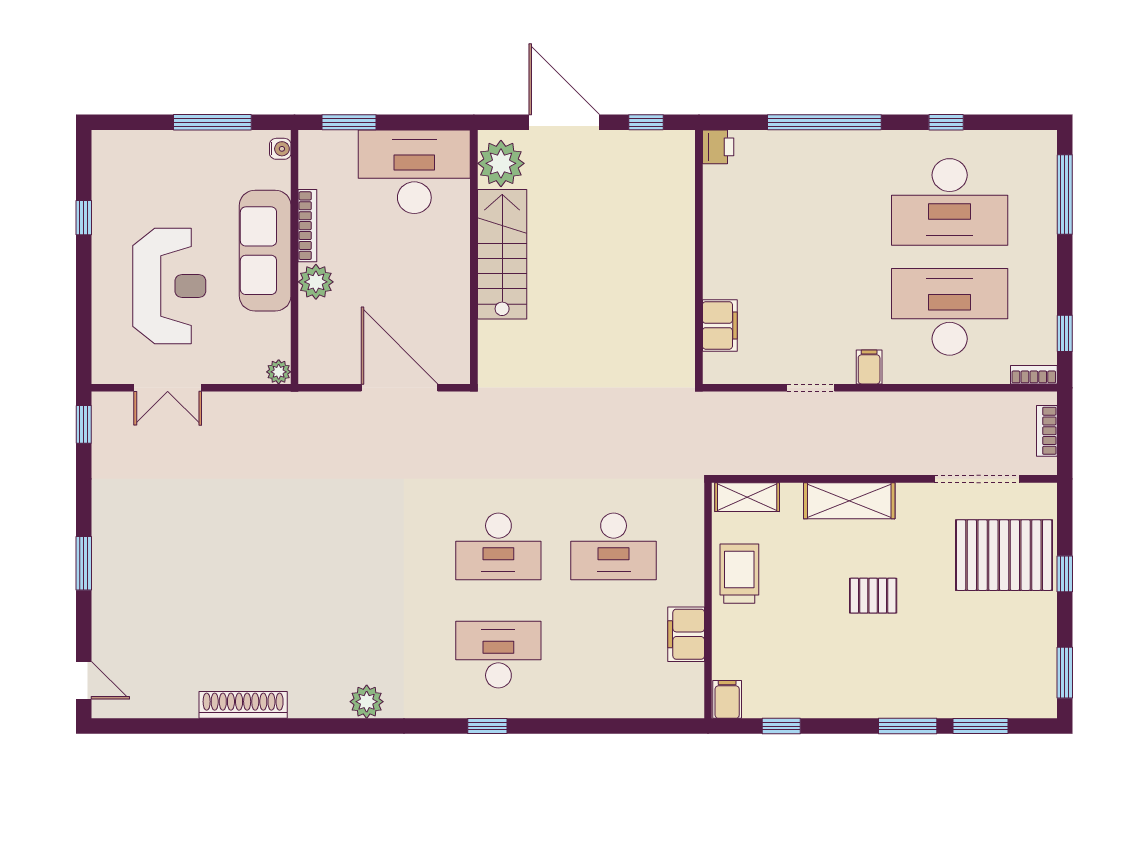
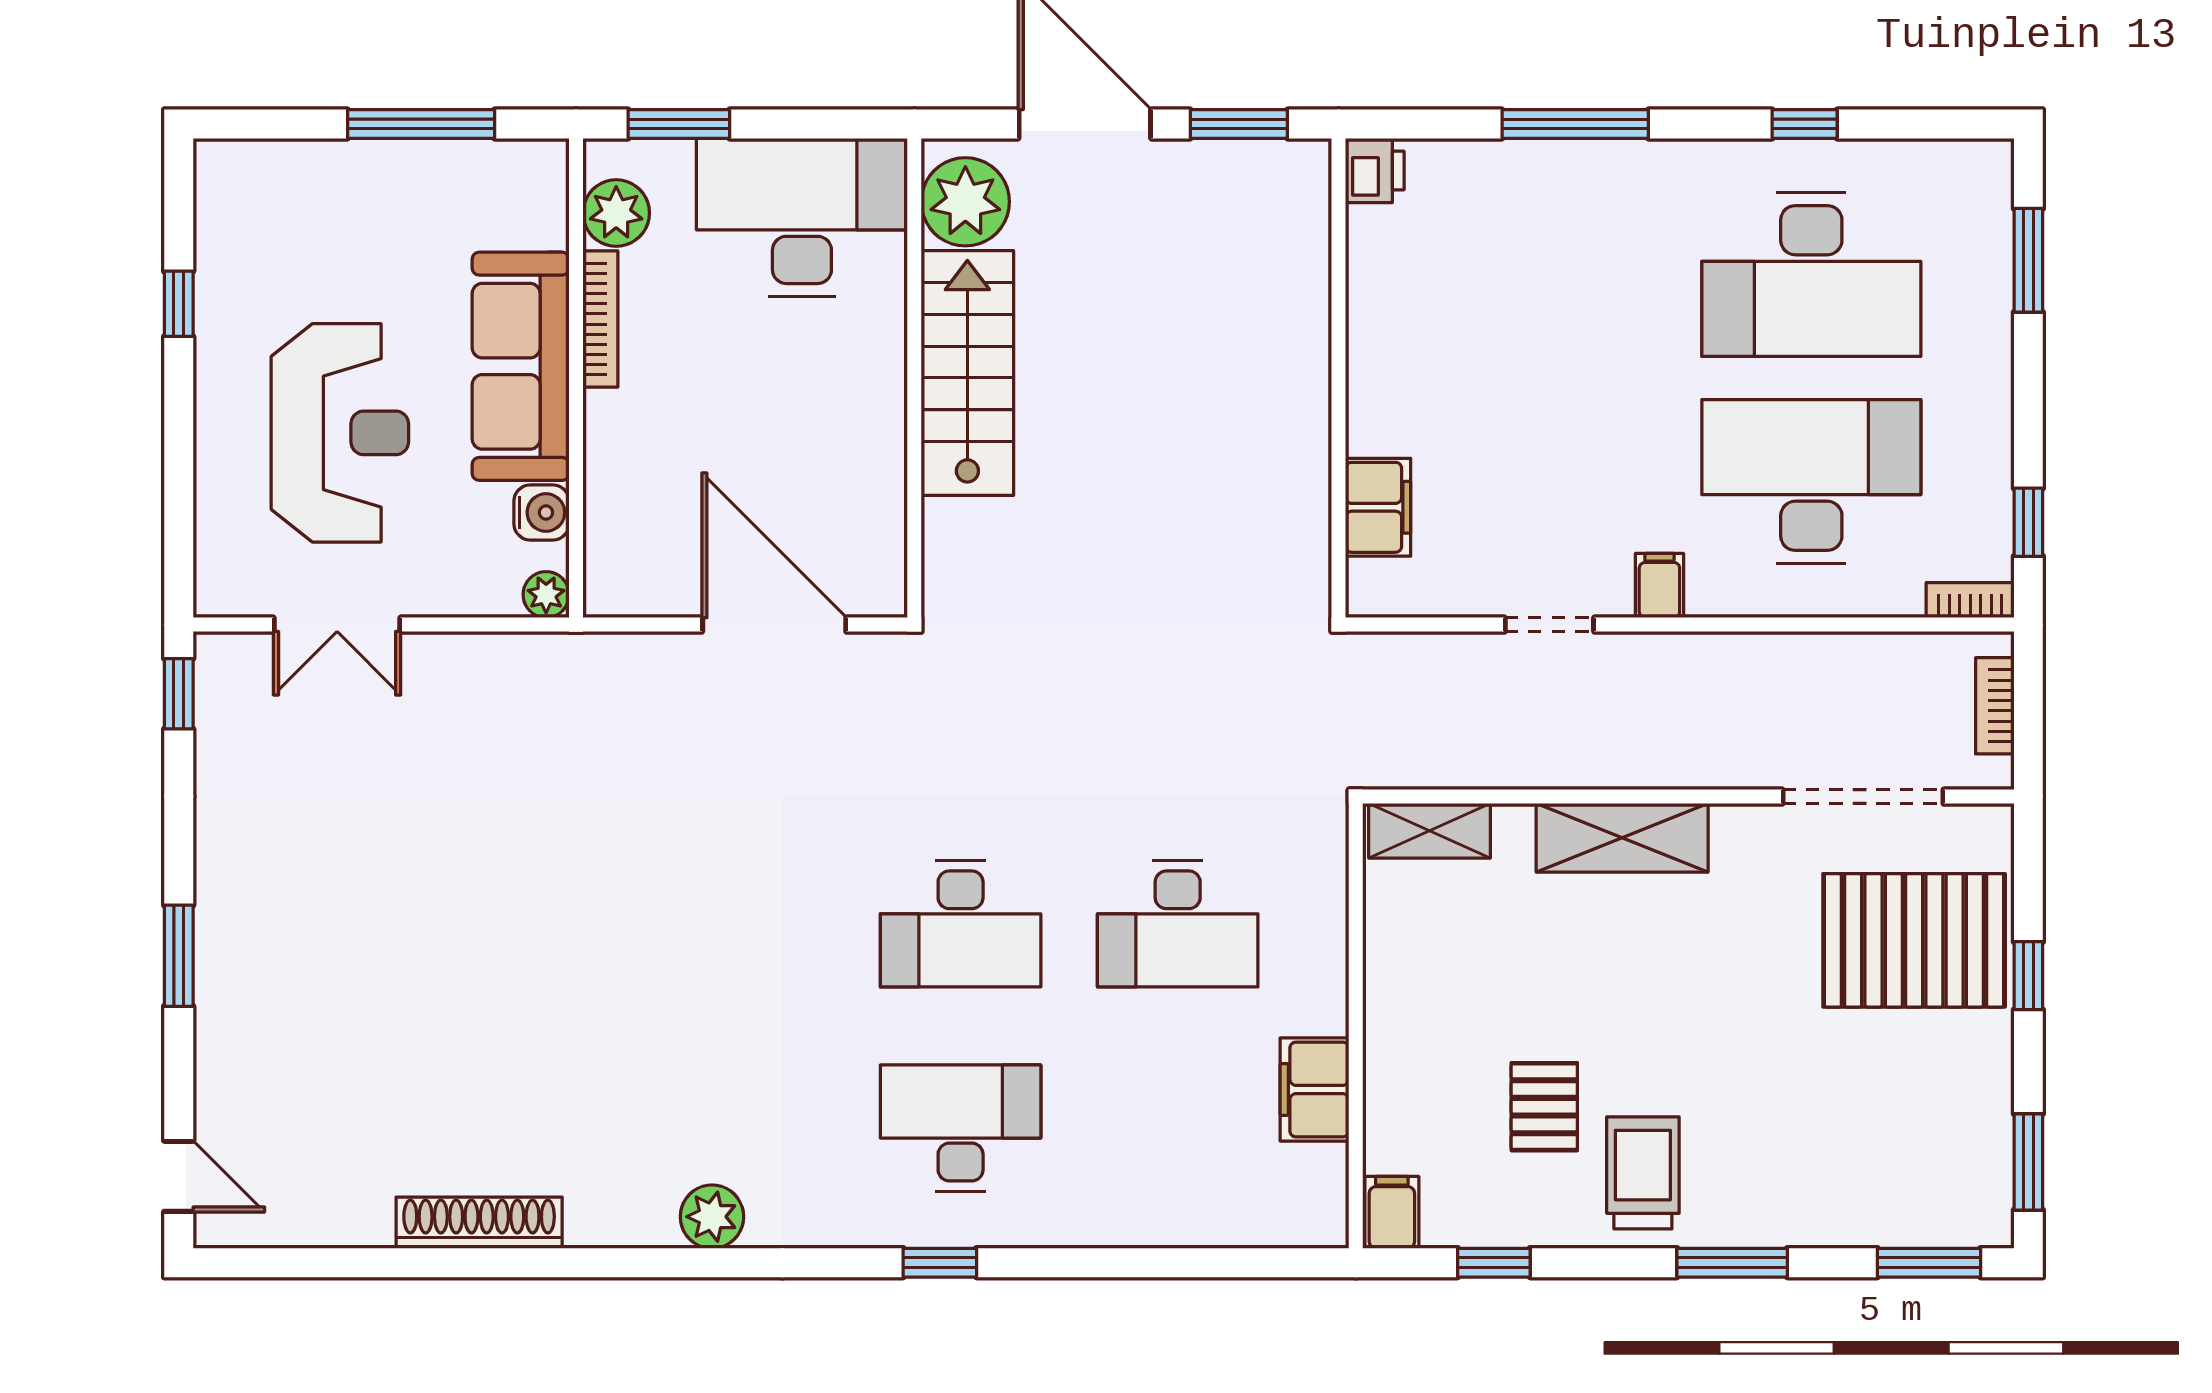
window: (646, 122) -> (1239, 124), width x1.50
window: (824, 122) -> (1575, 124), width x0.68
water cooler: (280, 149) -> (542, 512), moved, width x1.38, depth x1.38
window: (1065, 194) -> (2028, 260), width x0.69
plant: (316, 282) -> (616, 213), moved
trolley: (739, 574) -> (1643, 1173), moved
pallet: (873, 596) -> (1544, 1107), moved, turned 90
window: (980, 726) -> (1929, 1263), moved

